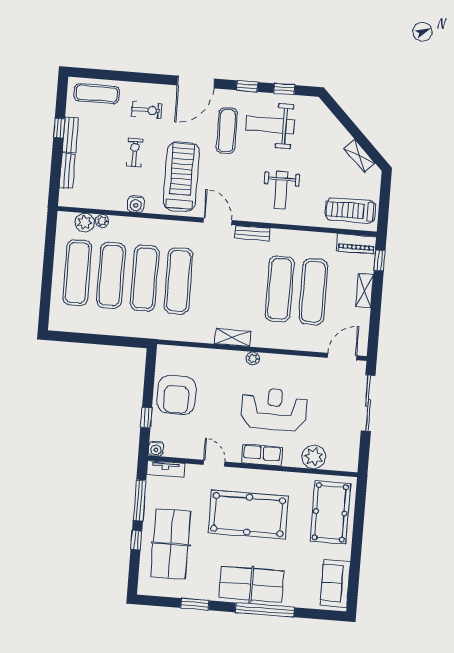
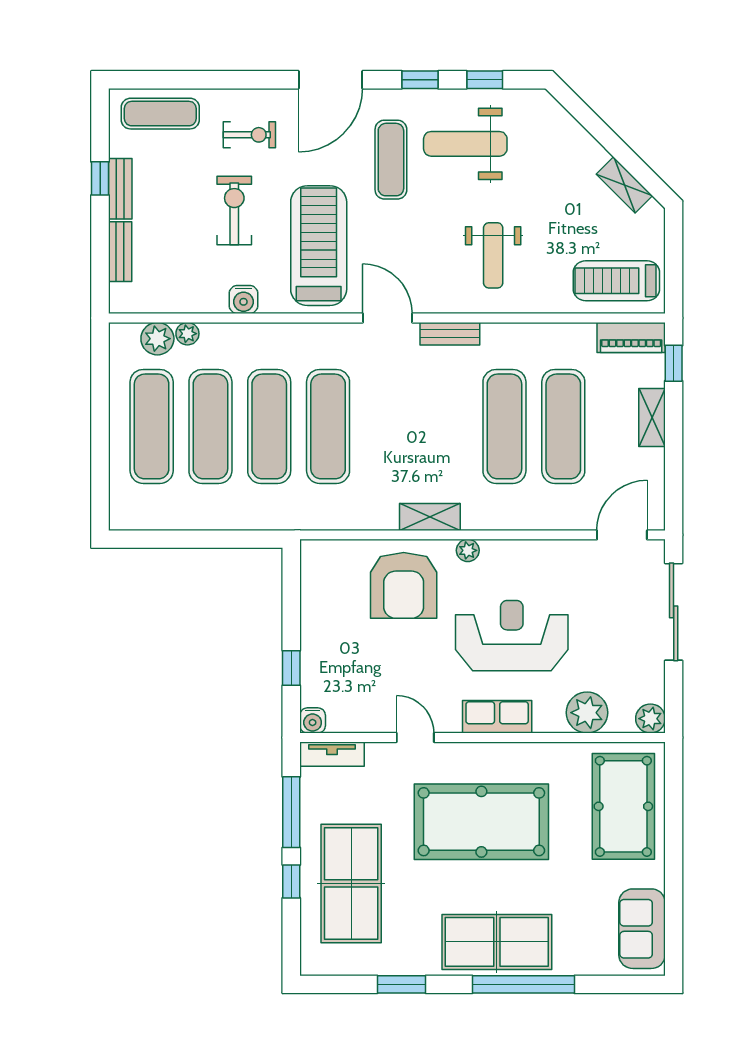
exercise bike: (135, 153) -> (234, 210), width x1.38, depth x1.39
armchair: (176, 395) -> (404, 585), moved
plant: (350, 463) -> (650, 719), added

